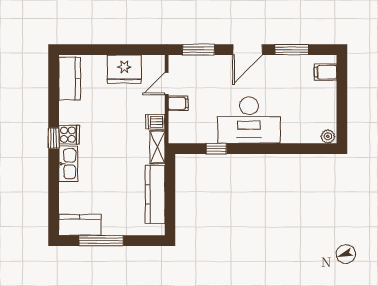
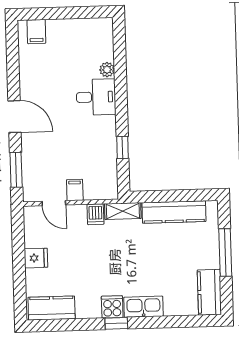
window: (292, 50) -> (13, 69), removed
fridge: (124, 69) -> (36, 258), width x0.53, depth x0.75
desk: (249, 120) -> (96, 97), width x0.53, depth x0.77
plant: (328, 136) -> (107, 70), moved
window: (101, 241) -> (225, 253), moved

